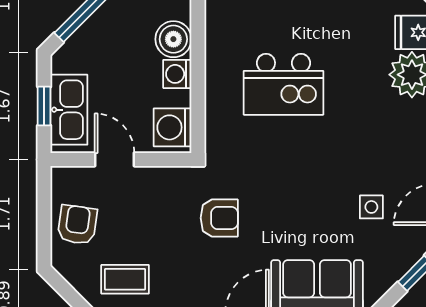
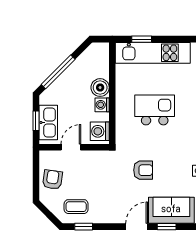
kitchen island: (283, 84) -> (155, 110), turned 180
door: (114, 159) -> (71, 147), hinge flipped
armchair: (219, 218) -> (143, 170), moved

